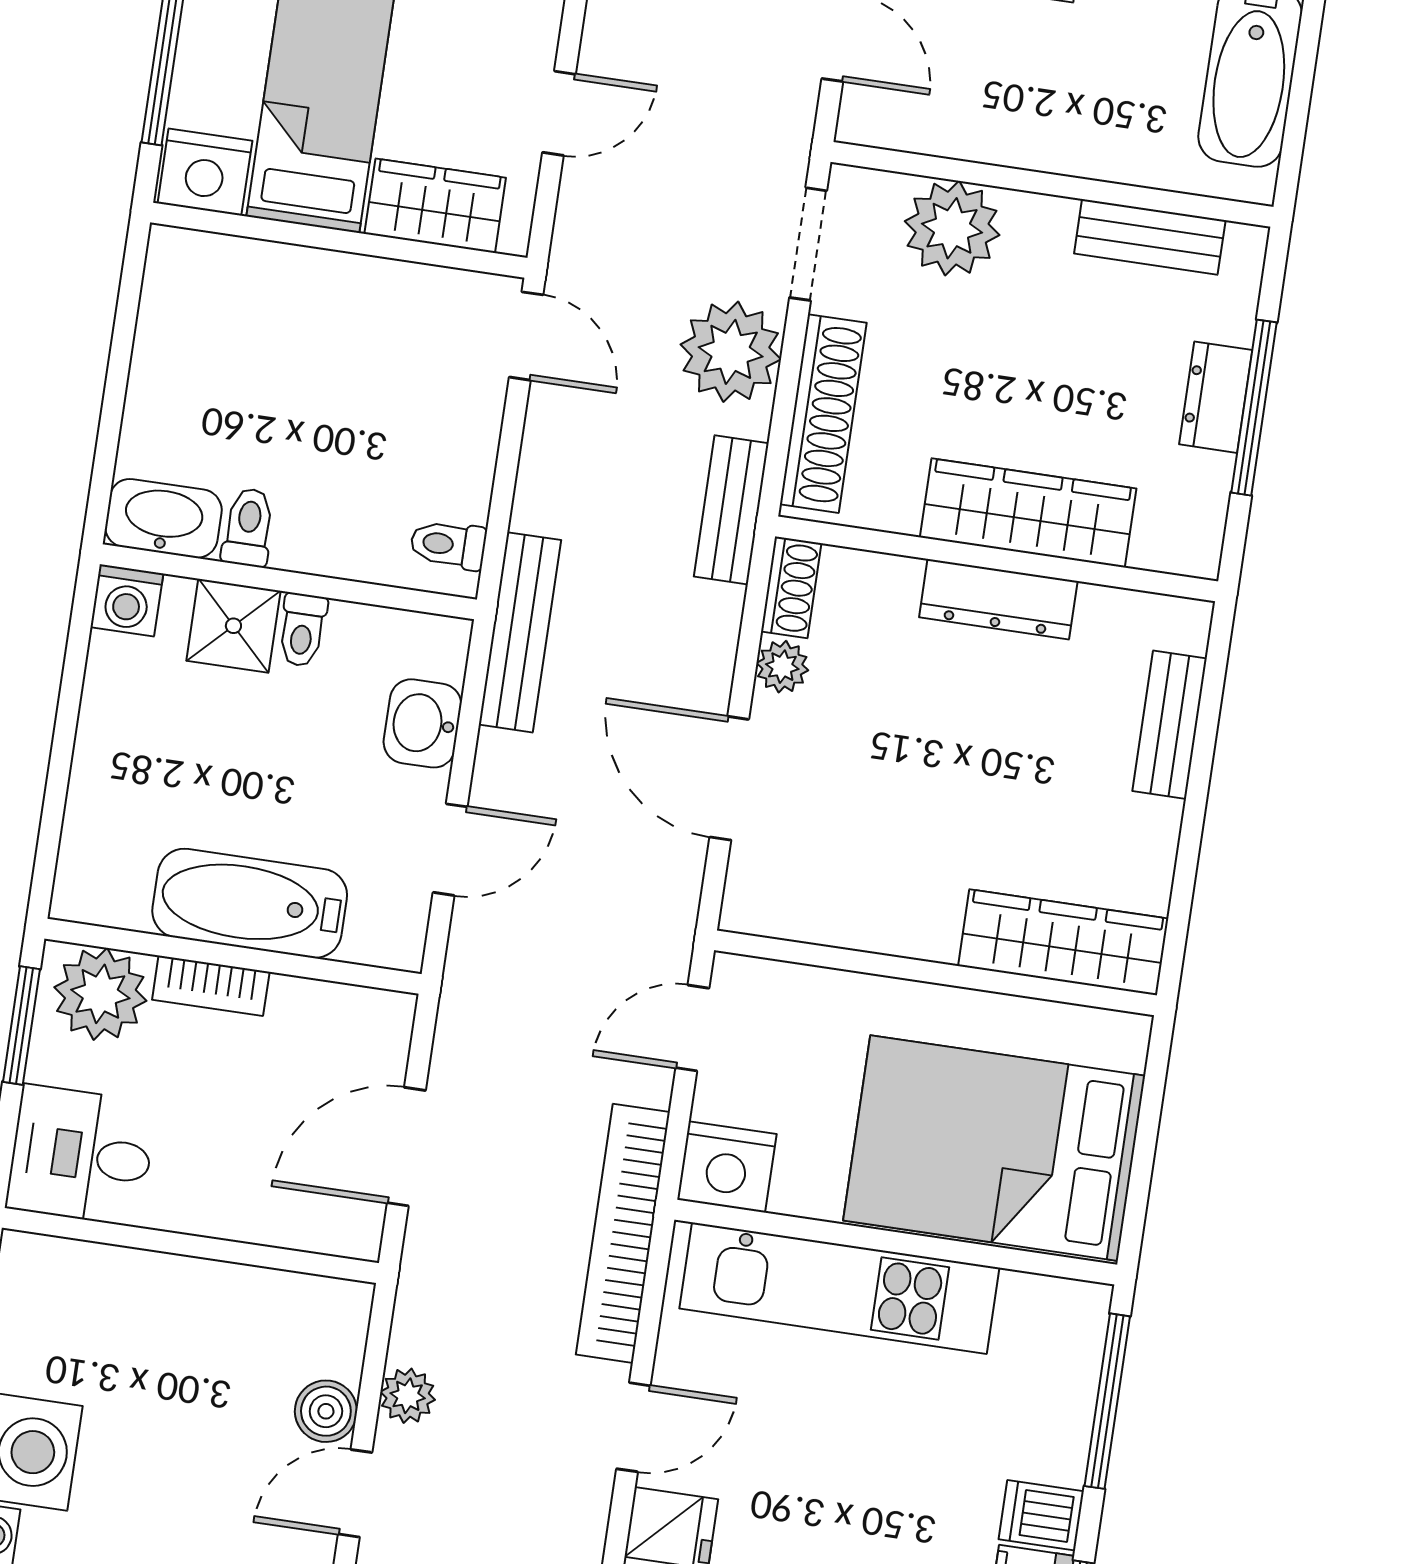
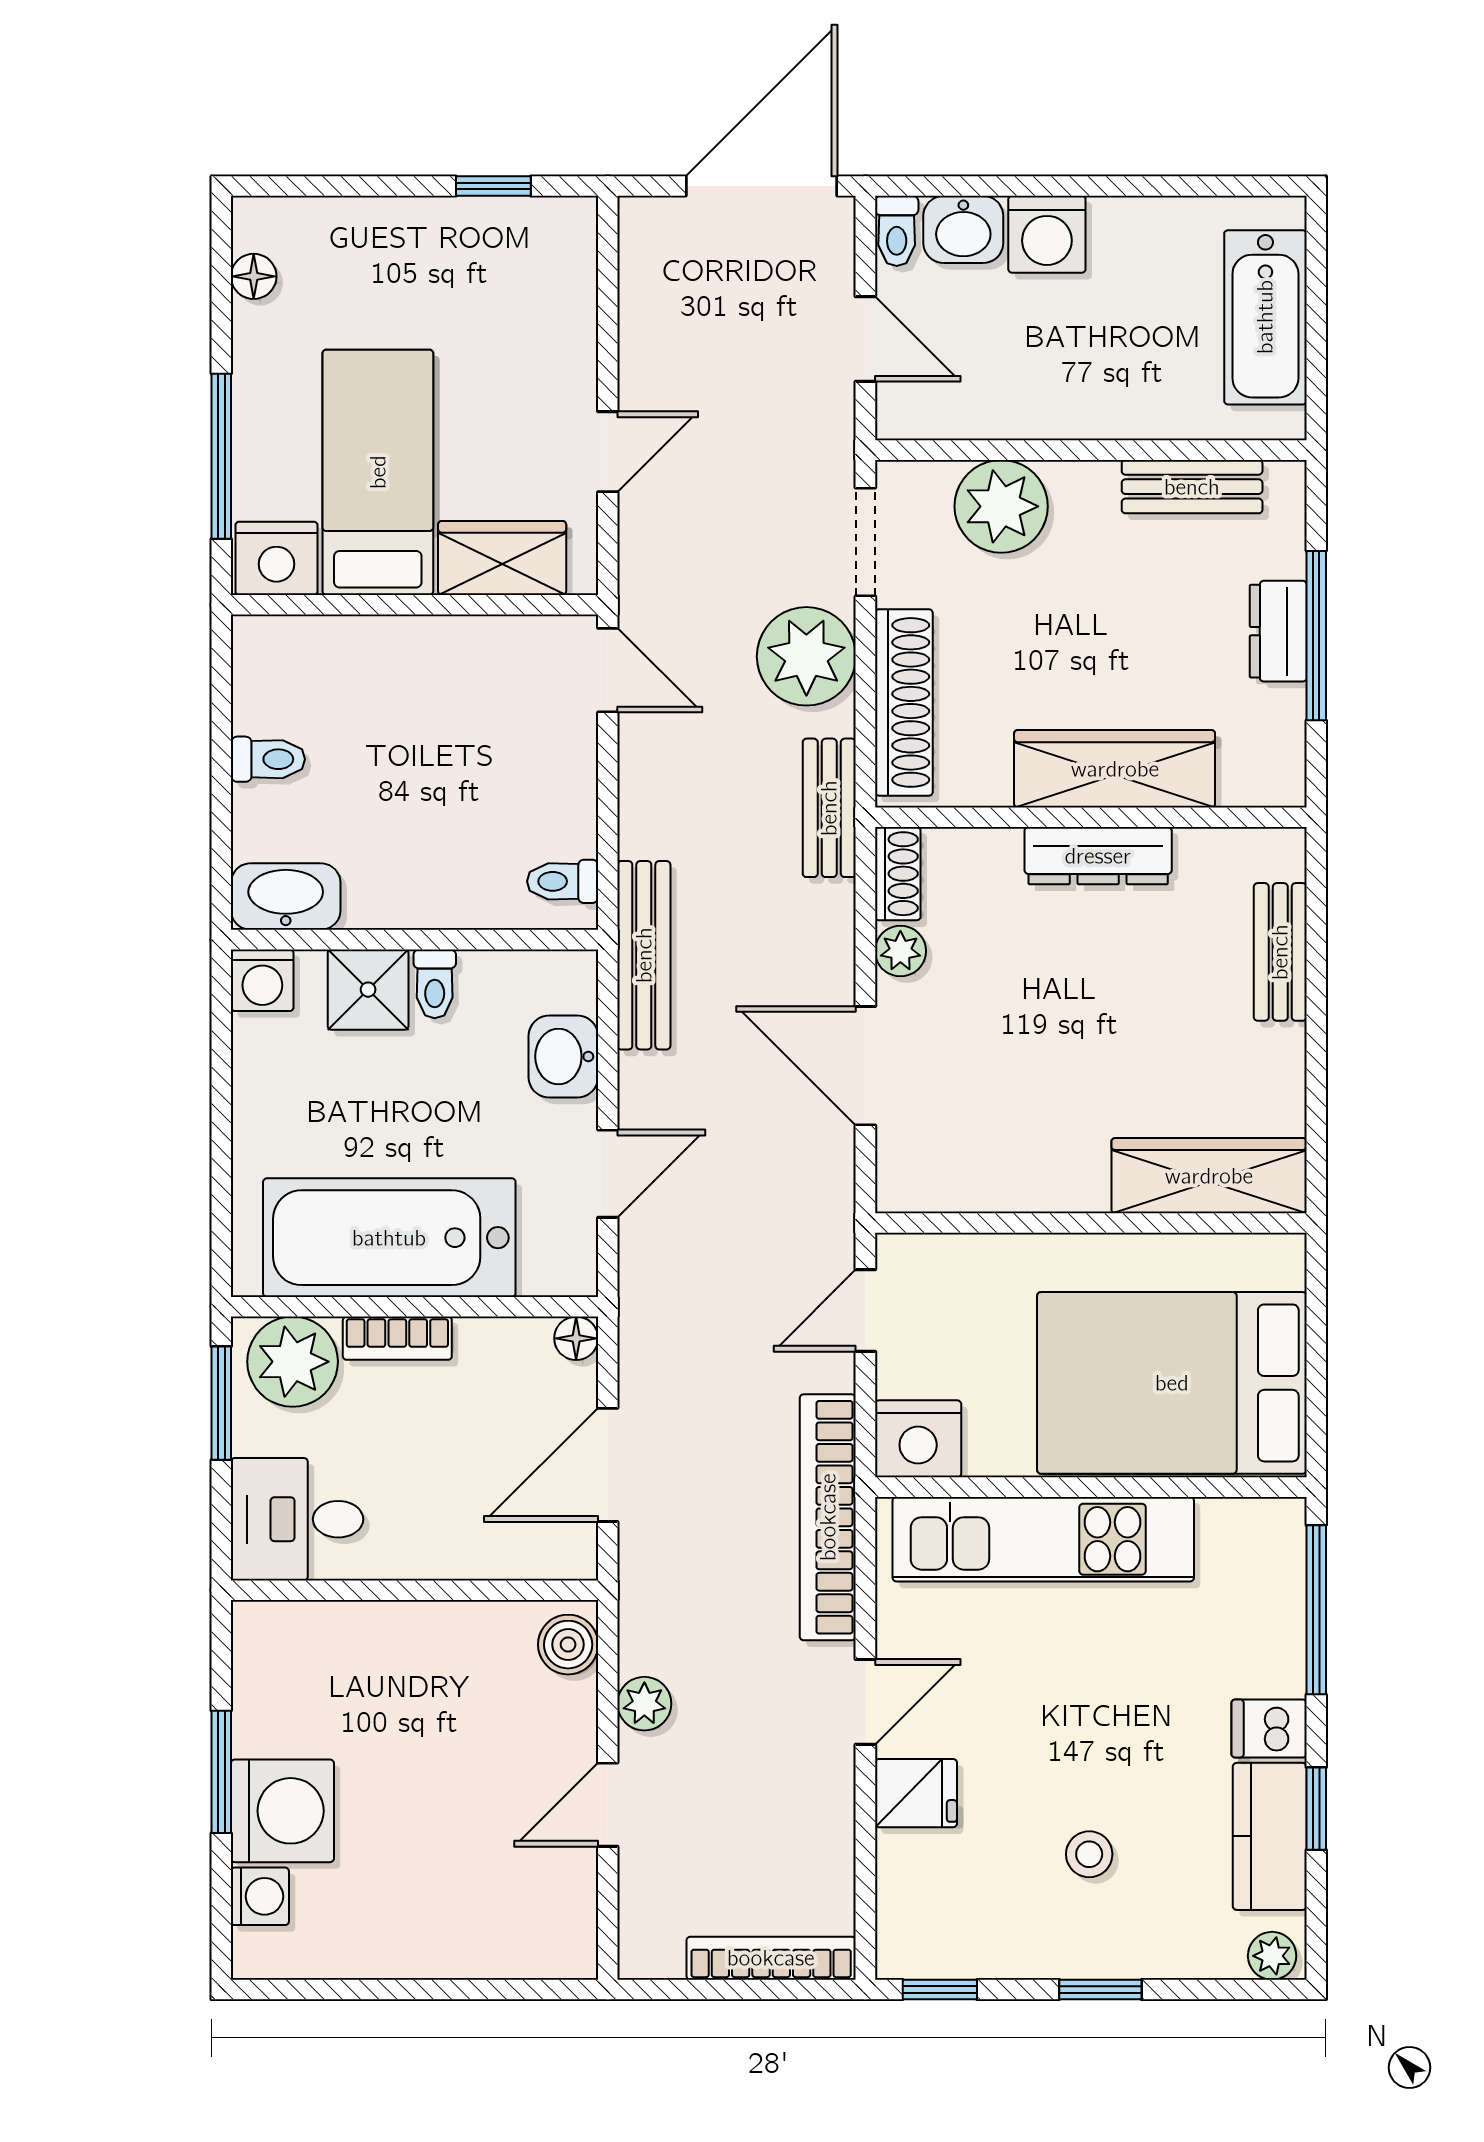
toilet: (248, 527) -> (268, 759), moved, turned 90
bathtub: (250, 903) -> (389, 1238), width x1.36, depth x1.36
floor lamp: (393, 1013) -> (576, 1338), added
boiler: (326, 1411) -> (568, 1645), moved

